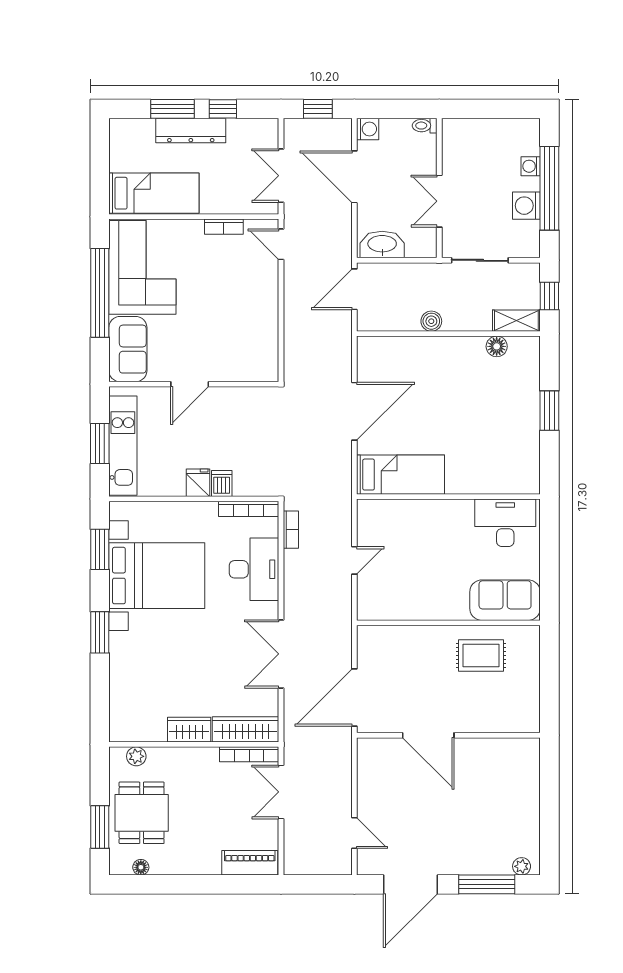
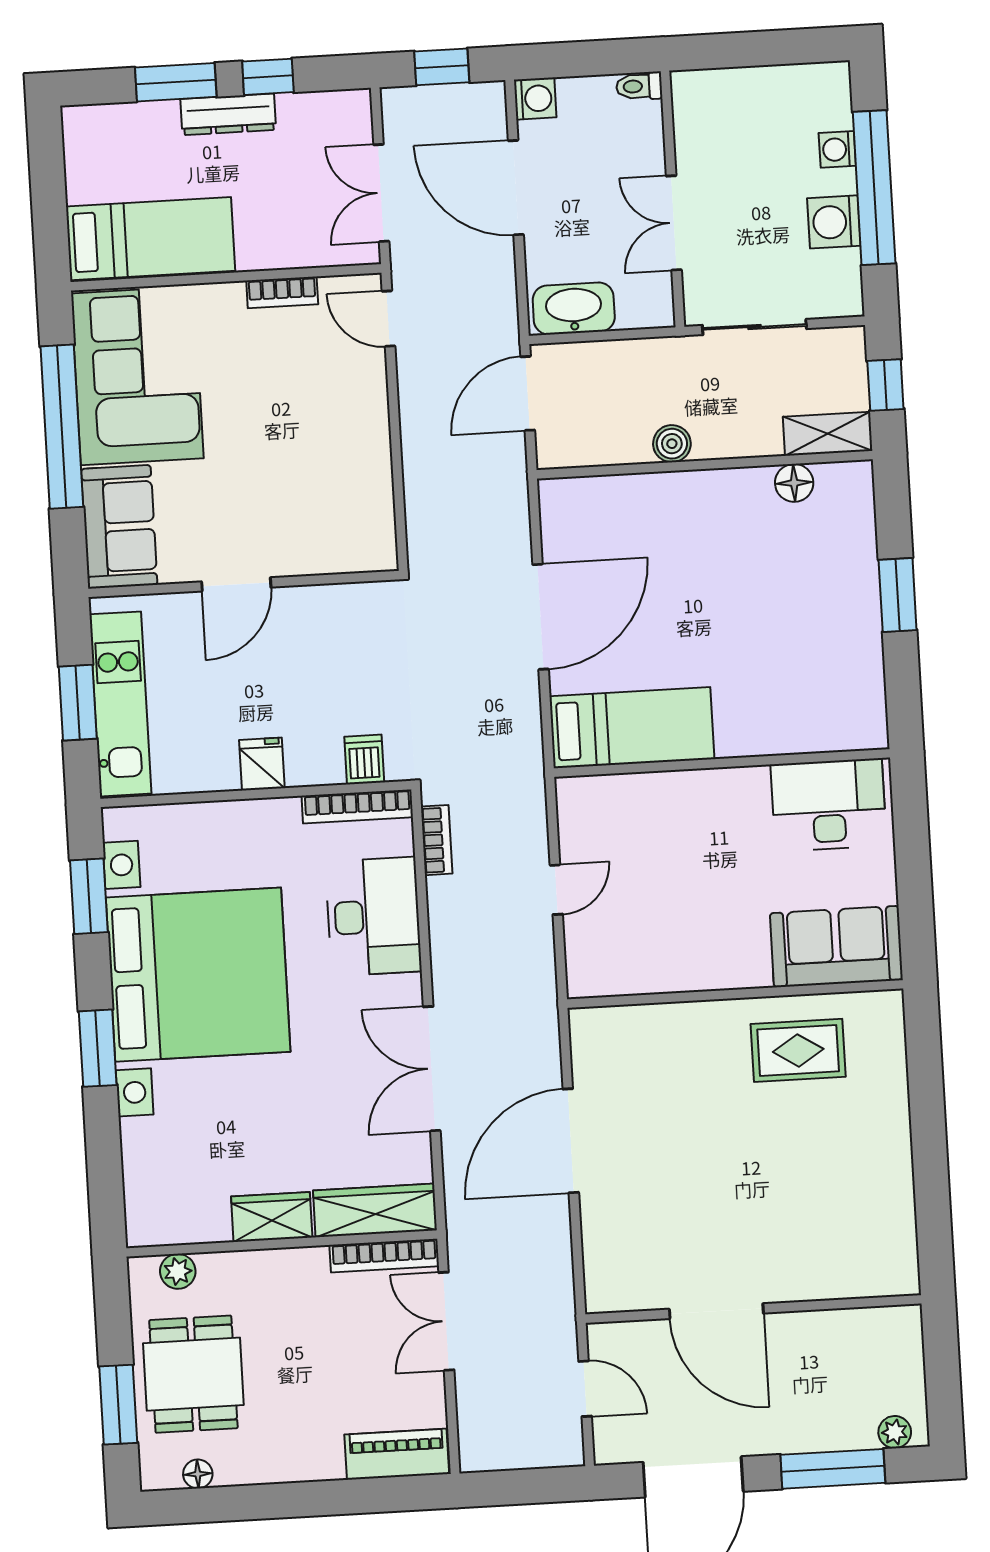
dresser: (191, 130) -> (228, 114), width x0.73, depth x0.80
dishwasher: (222, 484) -> (364, 760), moved
bed with nightstands: (157, 576) -> (198, 975), width x1.36
door: (428, 735) -> (716, 1311), moved
wall: (448, 735) -> (753, 1309), moved

